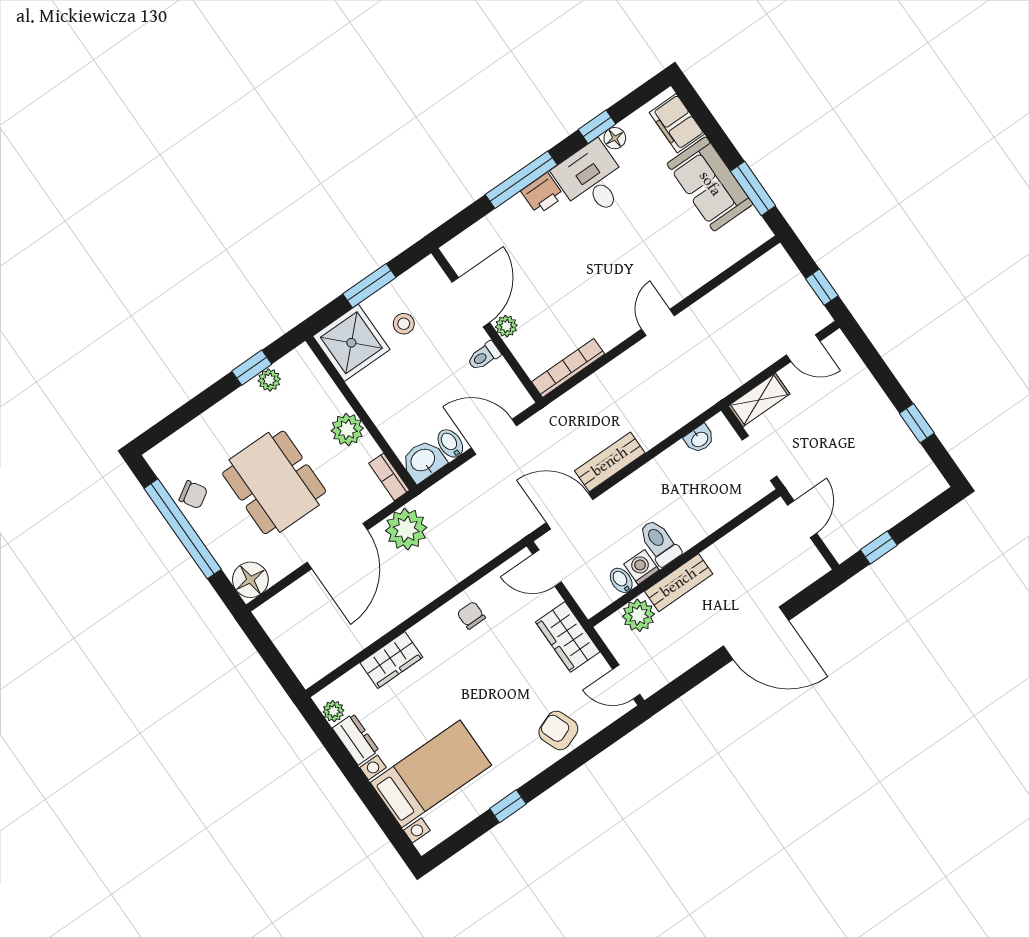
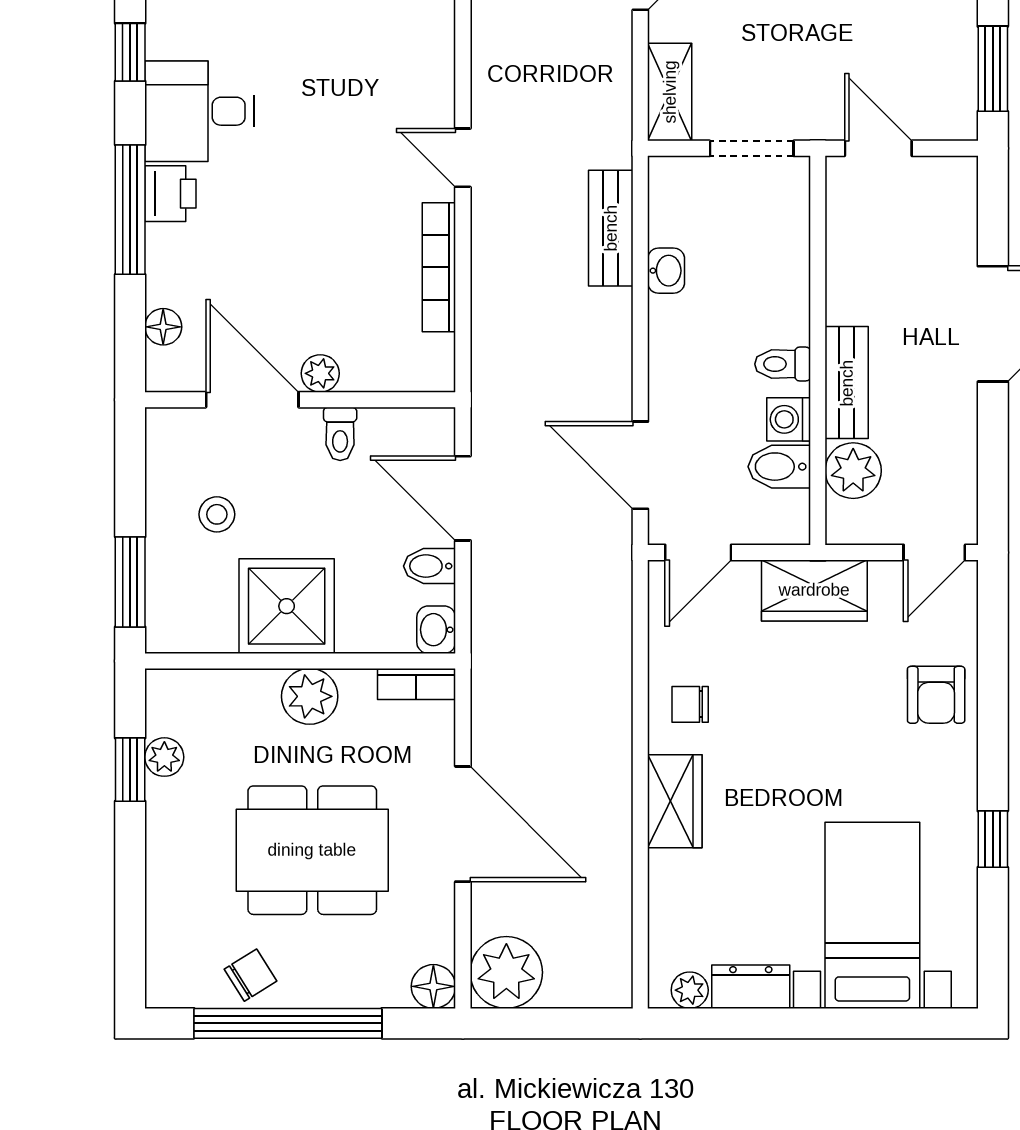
floor lamp: (615, 138) -> (163, 327), moved
window: (369, 286) -> (130, 582), moved
shower: (351, 343) -> (287, 606), moved
bookcase: (568, 368) -> (439, 267), moved
door: (494, 437) -> (463, 498), hinge flipped
washbasin: (699, 439) -> (666, 271), moved
washbasin: (423, 461) -> (436, 630), width x0.72, depth x0.69
bench: (610, 462) -> (611, 228), moved
door: (570, 511) -> (640, 465), hinge flipped
plant: (406, 529) -> (506, 972), moved
toilet: (659, 543) -> (783, 364), width x0.73, depth x0.72
window: (879, 548) -> (993, 69), width x1.50
floor lamp: (250, 580) -> (433, 986), width x0.73, depth x0.73
bidet: (621, 580) -> (779, 467), width x1.38, depth x1.36
wardrobe: (391, 660) -> (675, 801), moved
armchair: (558, 730) -> (936, 695), turned -69

